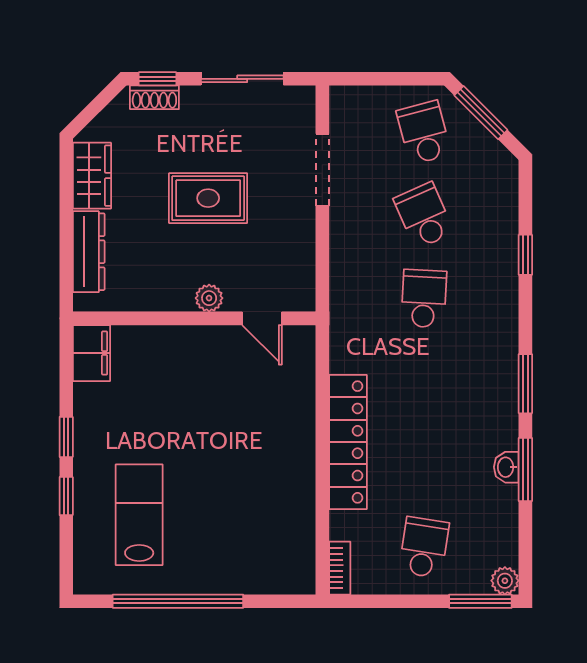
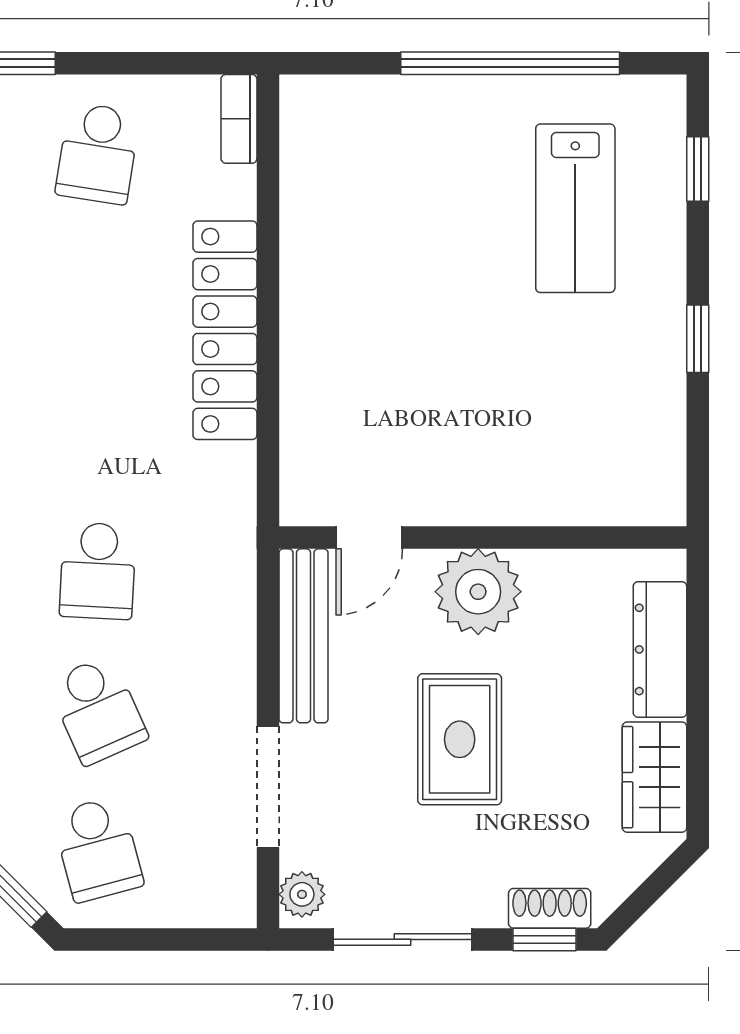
plant: (302, 106) -> (302, 894), added
rug: (208, 198) -> (460, 739), turned 90
bench: (301, 260) -> (303, 636), added
plant: (209, 298) -> (478, 592), width x1.87, depth x1.87
door: (262, 318) -> (369, 538), swing flipped
filing cabinet: (91, 353) -> (655, 479), removed
window: (66, 496) -> (698, 169), moved

